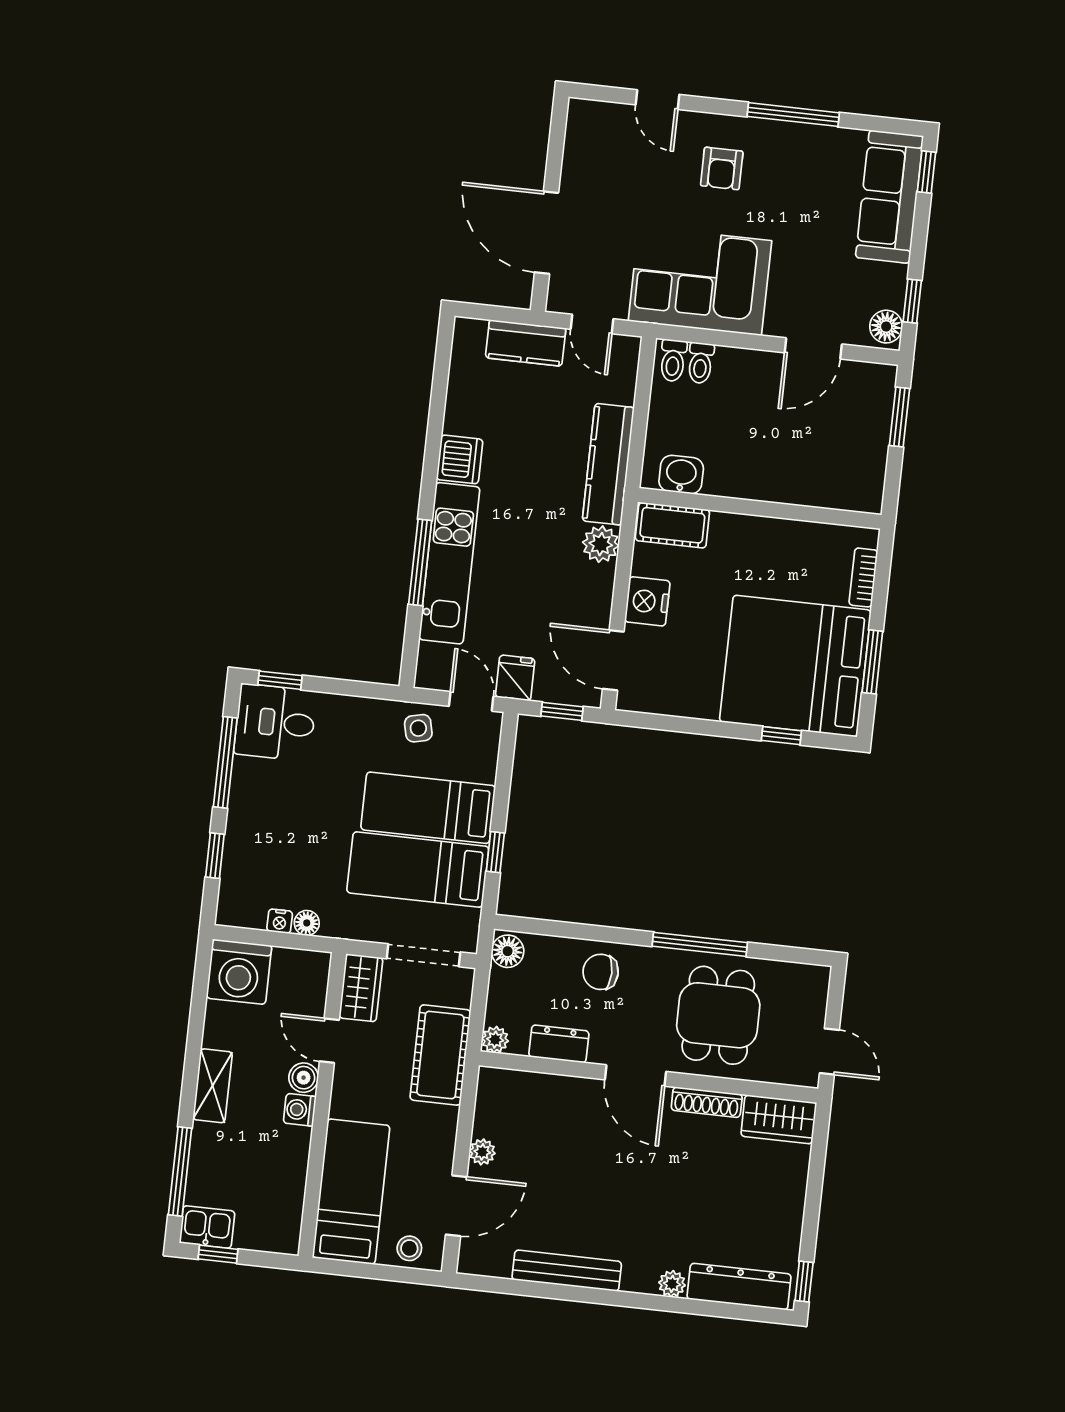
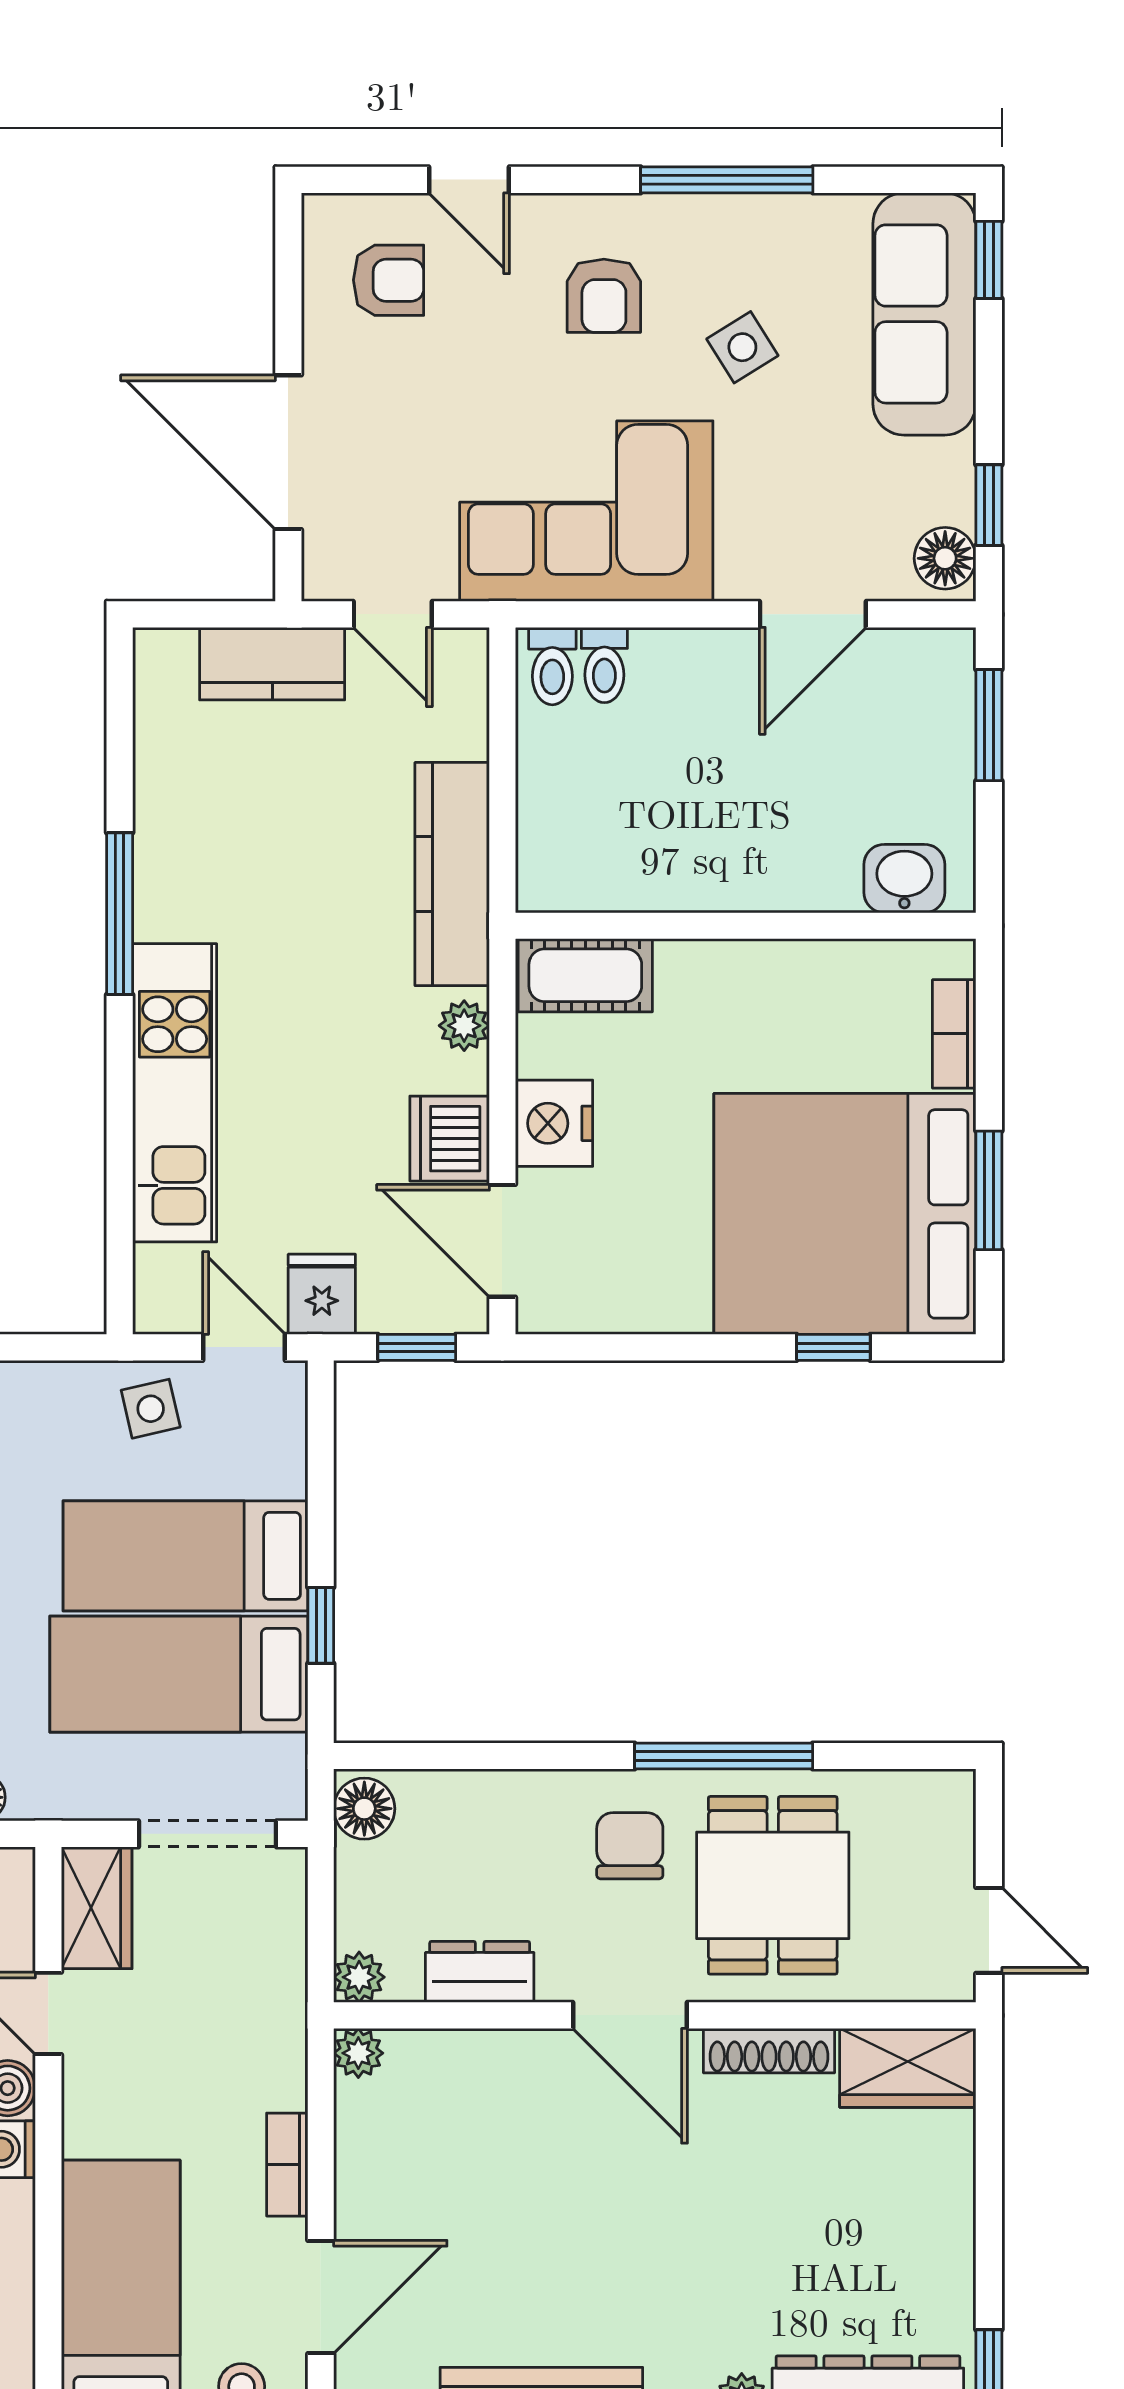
armchair: (609, 148) -> (389, 280), added
side table: (792, 204) -> (742, 347), added
dishwasher: (460, 459) -> (450, 1139), moved, turned 180
washbasin: (681, 475) -> (904, 879), moved
plant: (601, 544) -> (464, 1026), width x0.73, depth x0.73
window: (420, 562) -> (120, 914), moved
chair: (601, 972) -> (630, 1846), moved, turned 90
cot: (440, 1055) -> (260, 2017), removed
bookcase: (446, 1134) -> (287, 2165), added
plant: (482, 1152) -> (358, 2053), moved

